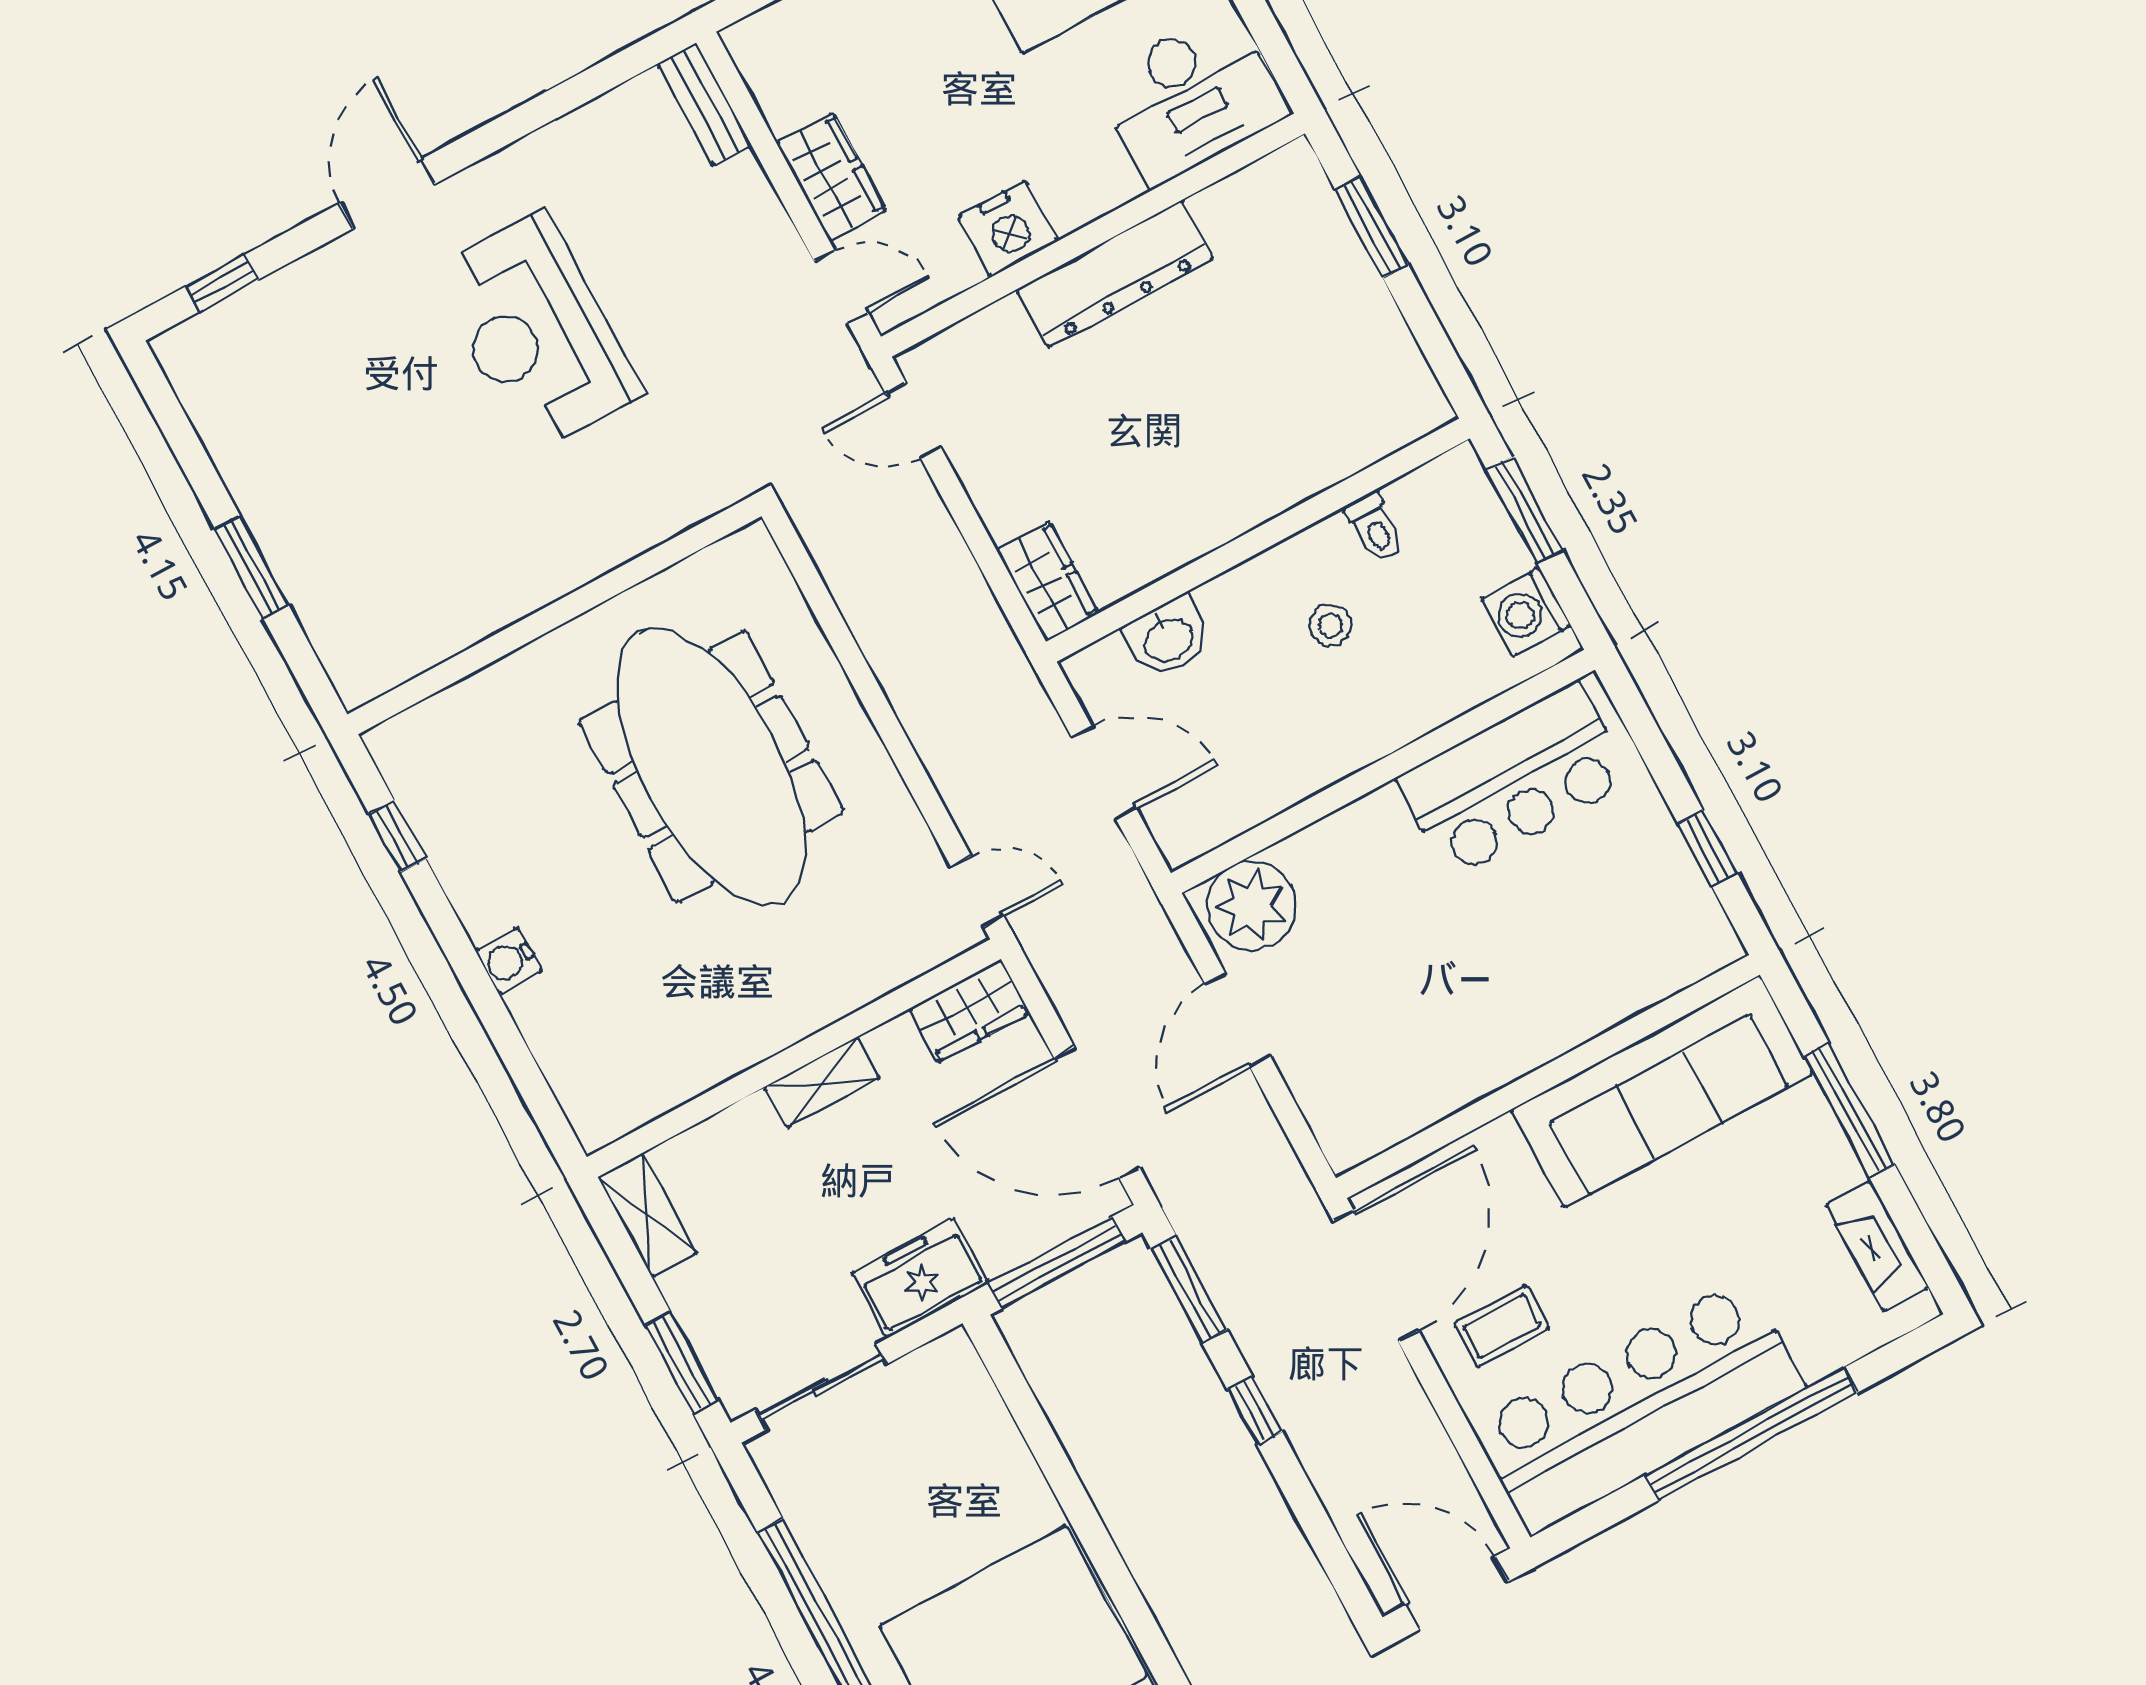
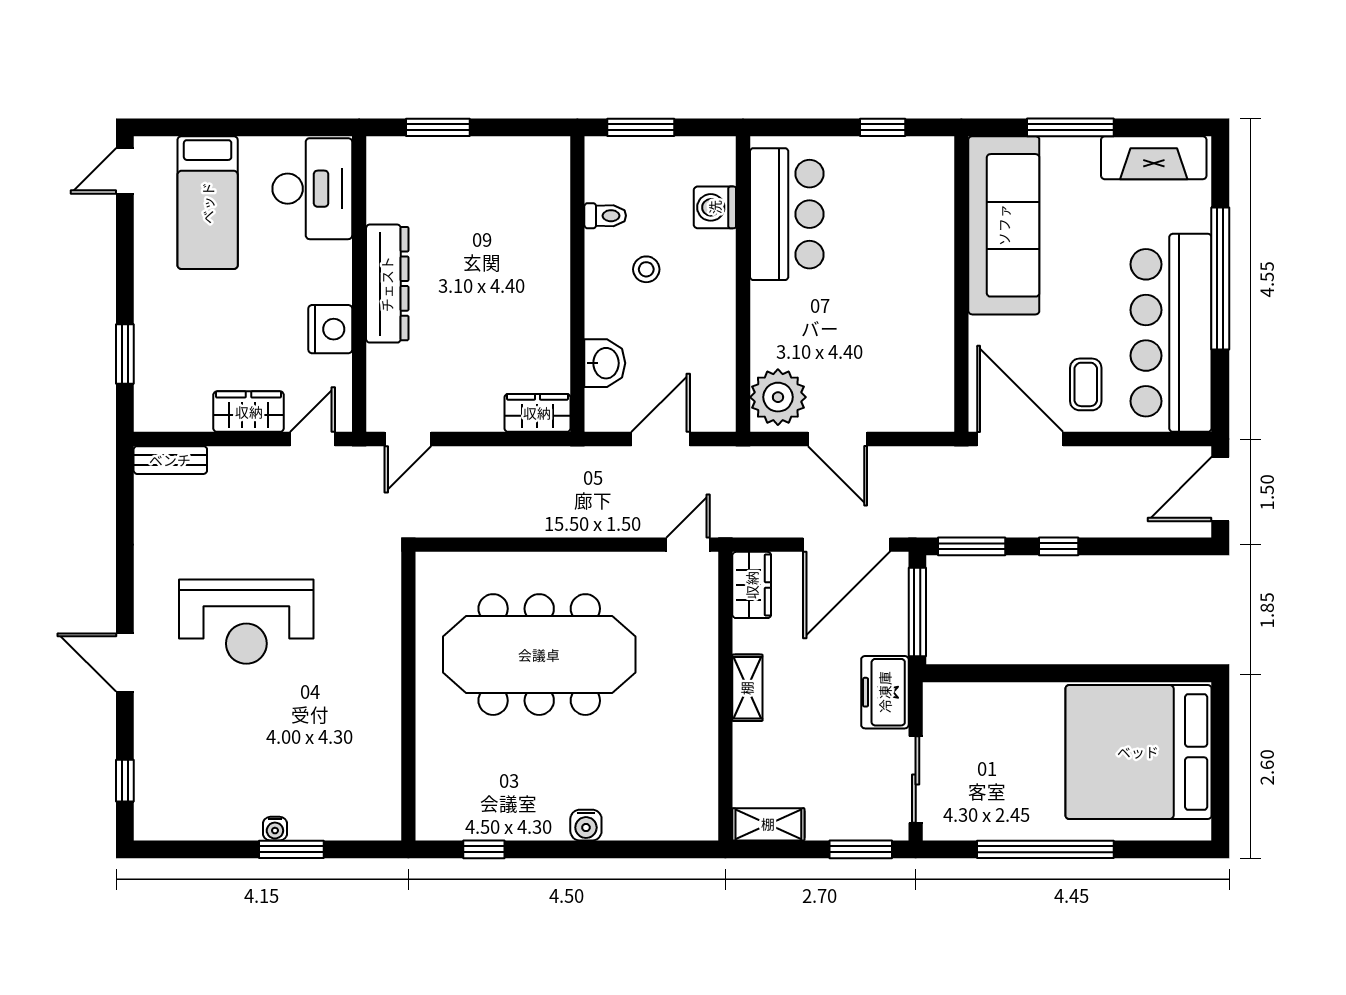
water cooler: (268, 529) -> (275, 829), added
washing machine: (1526, 612) -> (715, 207), moved, turned 90
fireplace: (1877, 1246) -> (1154, 158), width x1.37, depth x1.32

